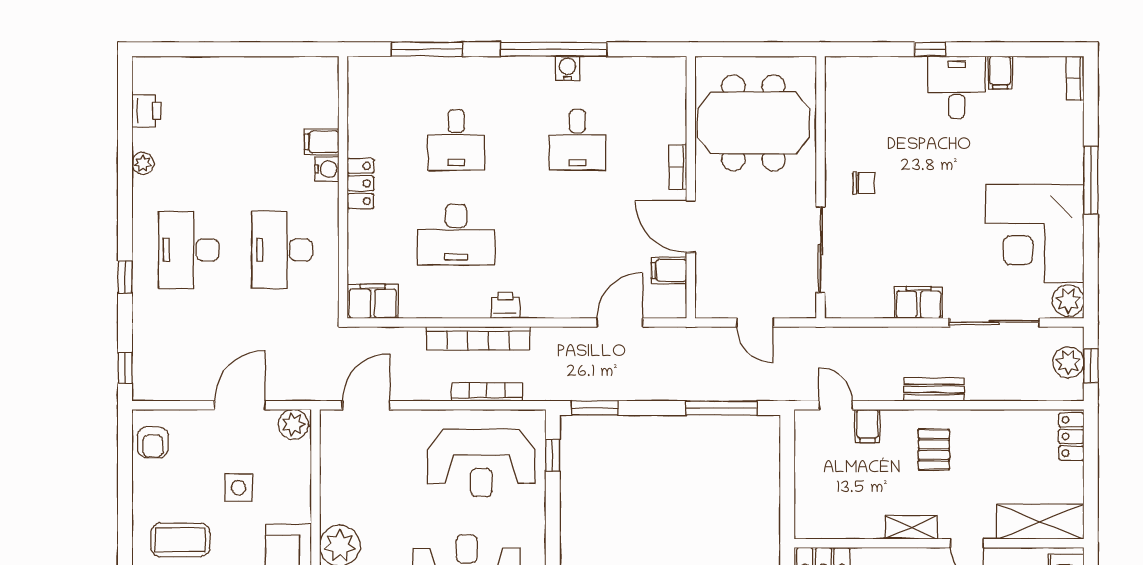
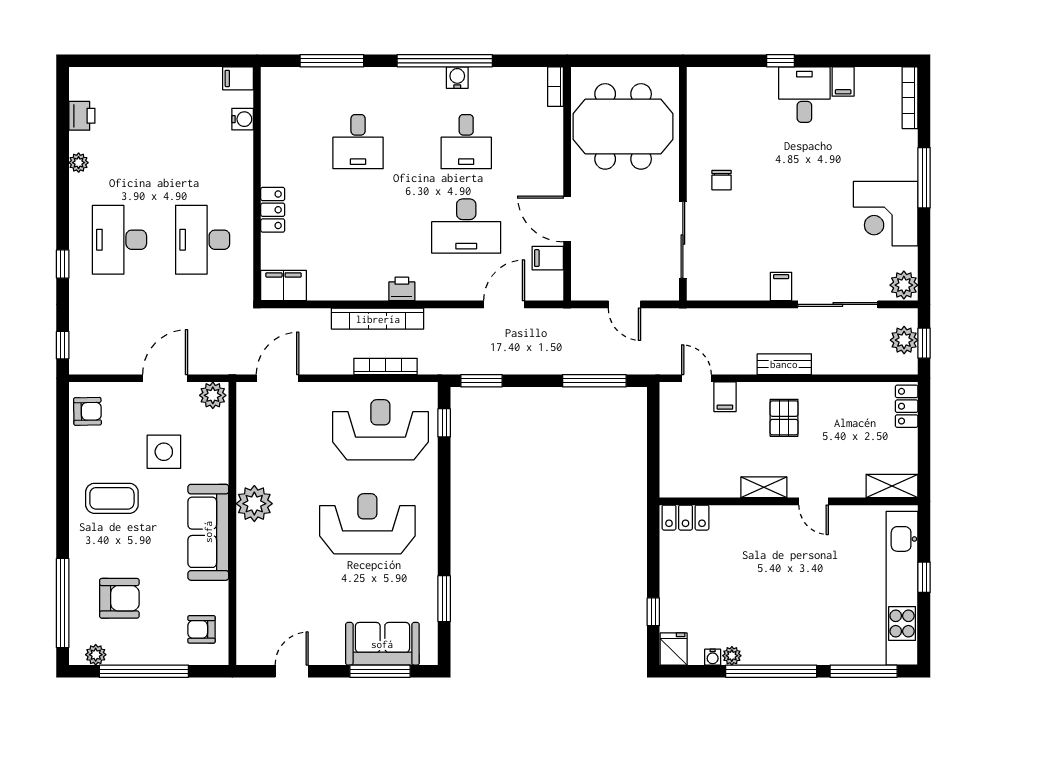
bookcase: (1075, 78) -> (910, 98), width x1.56
filing cabinet: (322, 142) -> (238, 78), moved
bookcase: (678, 167) -> (556, 87), moved
water cooler: (327, 169) -> (243, 119), moved
locker: (361, 183) -> (273, 210), moved
chair: (864, 183) -> (722, 180), turned 90
corner desk: (1035, 234) -> (886, 214), width x0.74, depth x0.74
desk: (456, 235) -> (466, 226), moved
filing cabinet: (919, 302) -> (781, 287), width x0.50
armchair: (153, 442) -> (87, 411), turned -91
reception desk: (481, 463) -> (380, 430), turned 180
side table: (238, 488) -> (164, 452), width x1.37, depth x1.37
shelving: (1040, 522) -> (892, 486), width x0.67, depth x0.75

